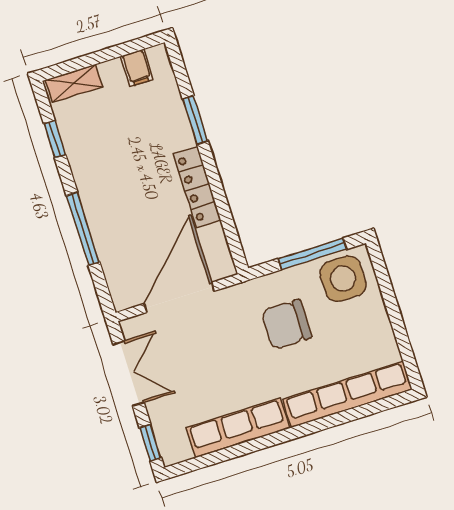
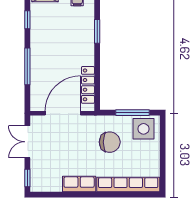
locker: (197, 187) -> (88, 85), moved
chair: (286, 324) -> (110, 142), turned 180
double door: (129, 373) -> (27, 142), swing flipped
row of seats: (238, 428) -> (79, 184), width x0.68

